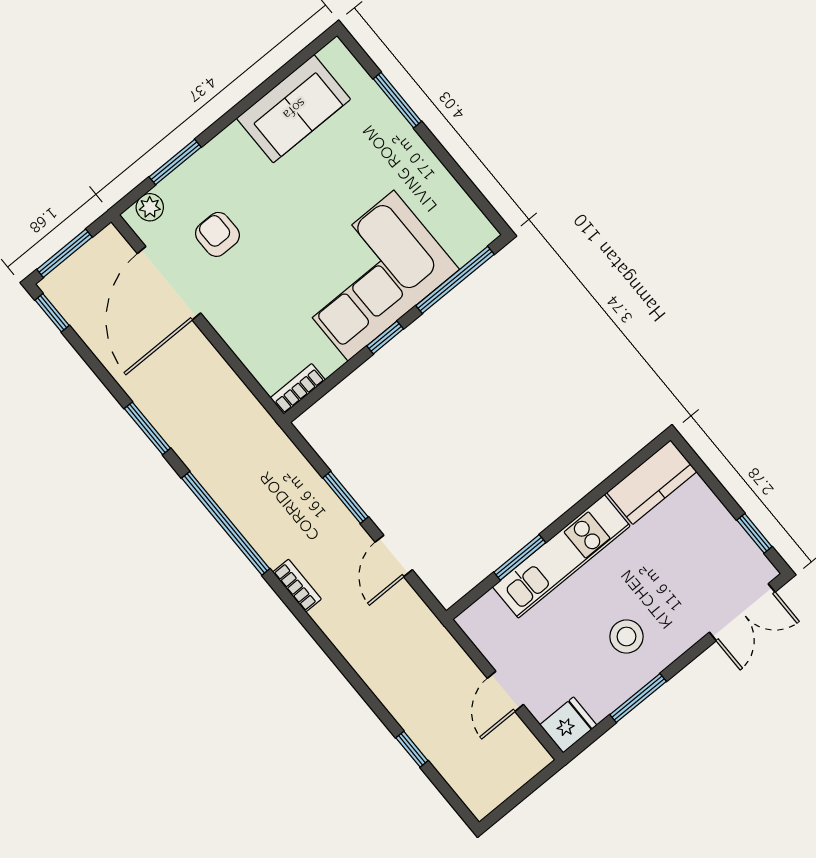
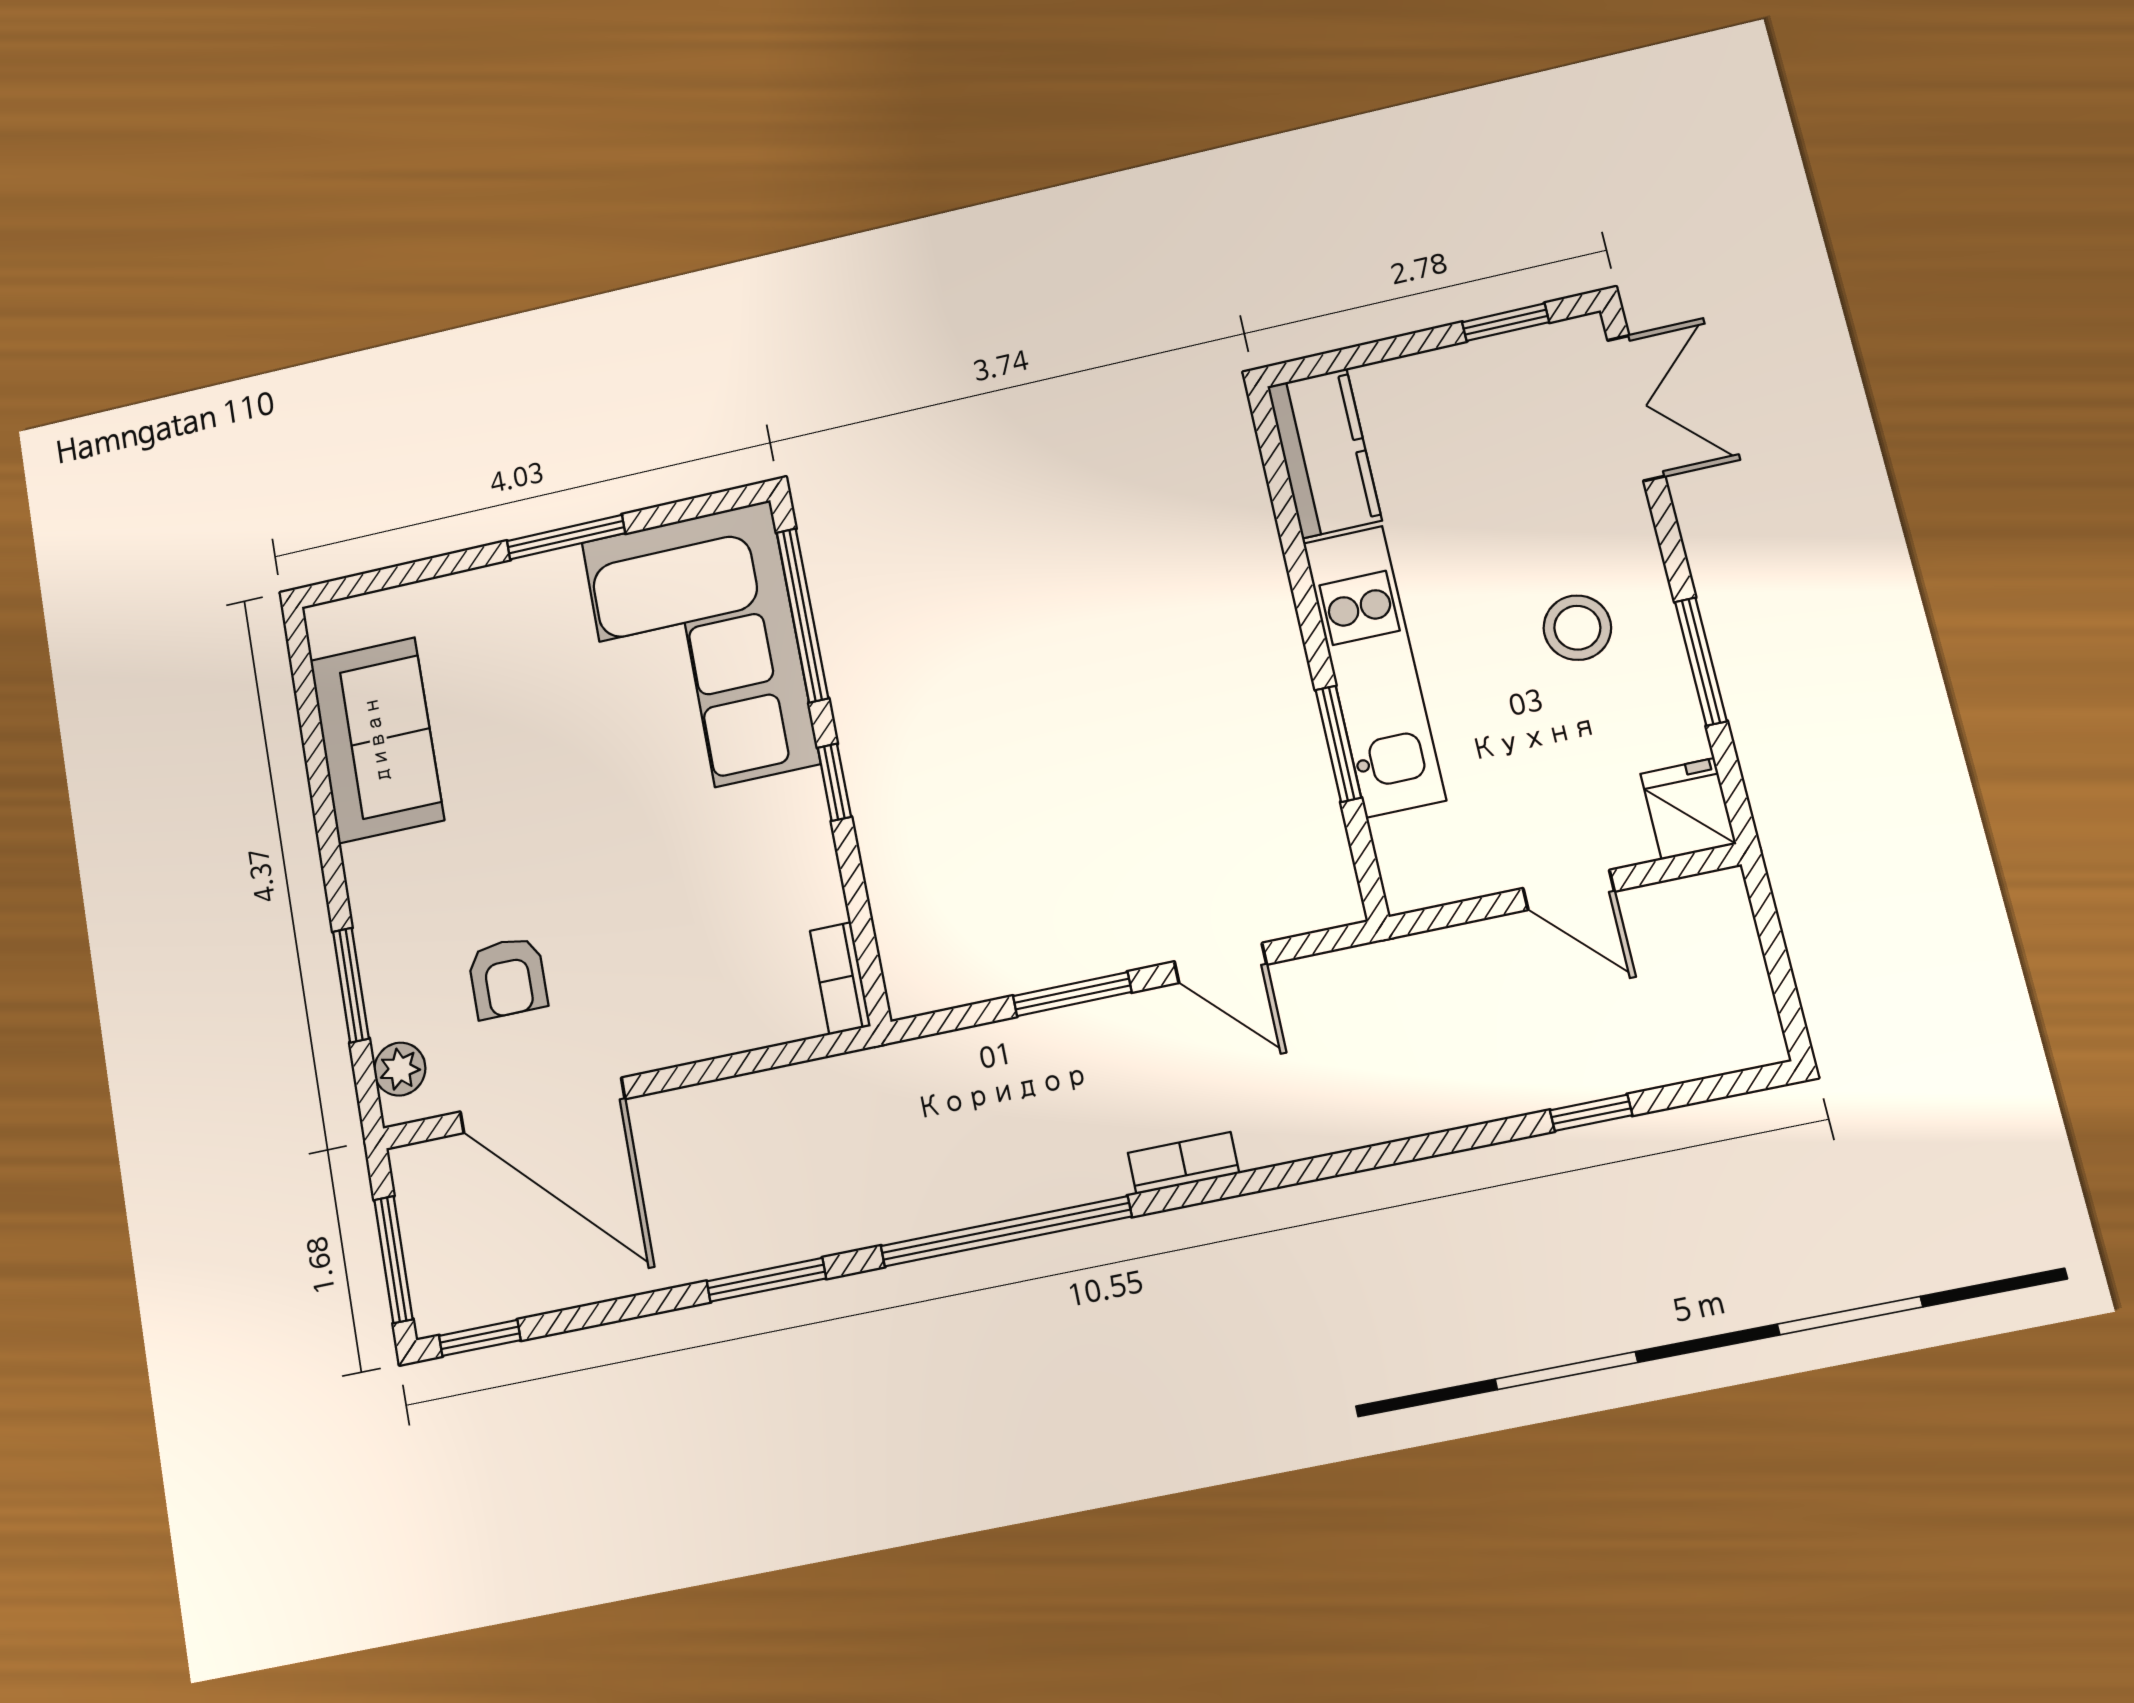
window: (397, 100) -> (566, 537), moved
armchair: (217, 234) -> (508, 978), turned -90
corner sofa: (371, 276) -> (700, 652), moved

